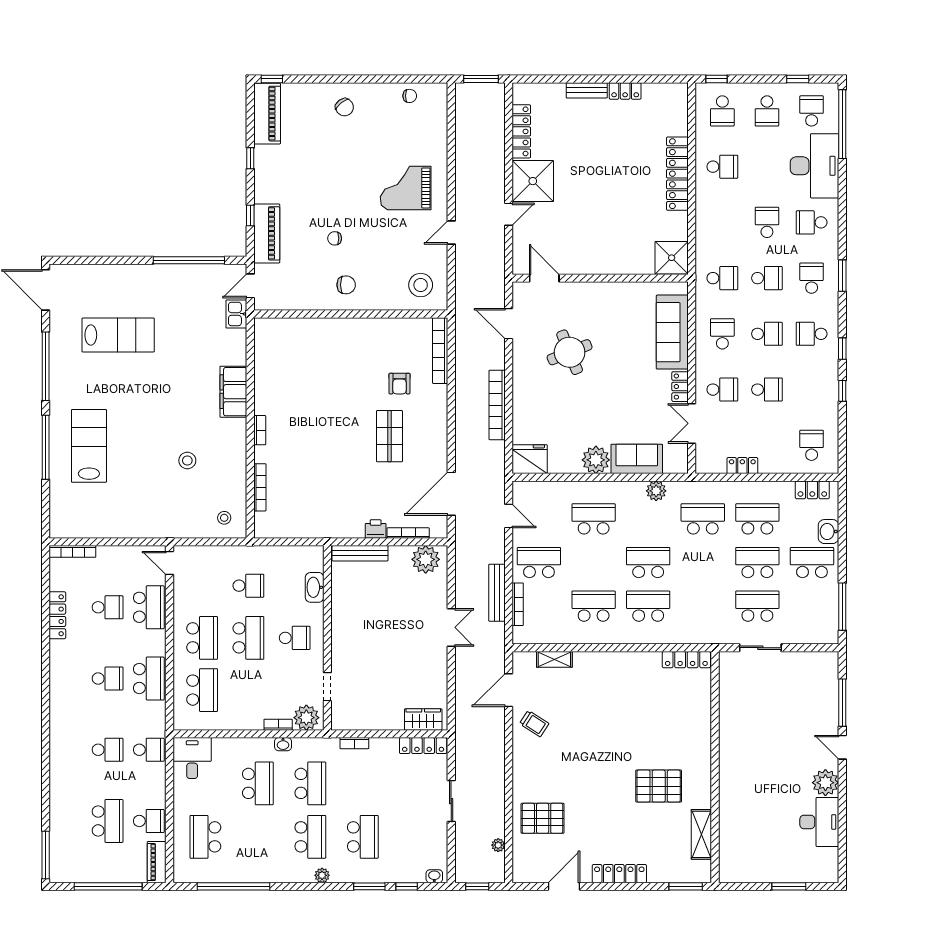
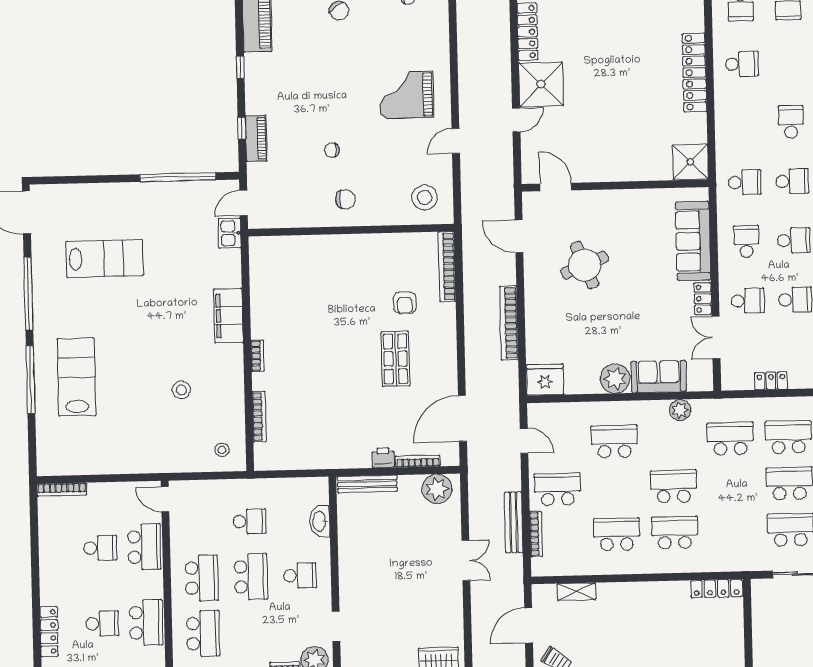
piano: (267, 233) -> (256, 138), width x0.73, depth x0.75
locker: (57, 615) -> (49, 632), moved

